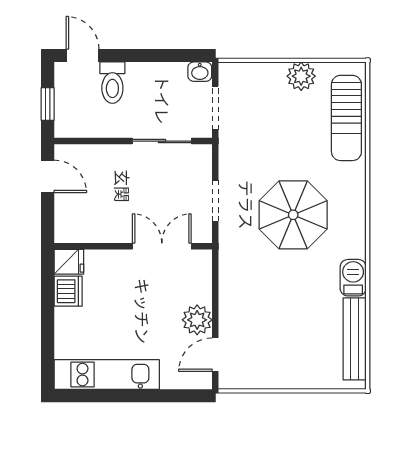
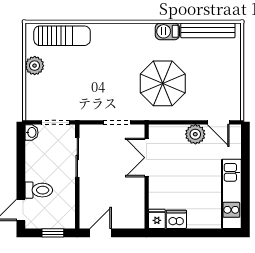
parasol: (293, 215) -> (163, 83), moved

